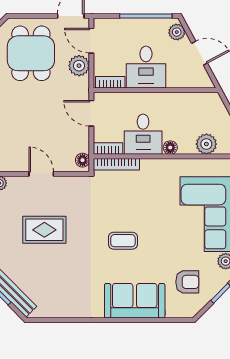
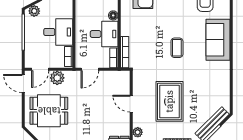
floor lamp: (83, 160) -> (122, 75), removed
door: (41, 174) -> (131, 104), hinge flipped
rug: (44, 230) -> (169, 101), width x1.36, depth x1.43

